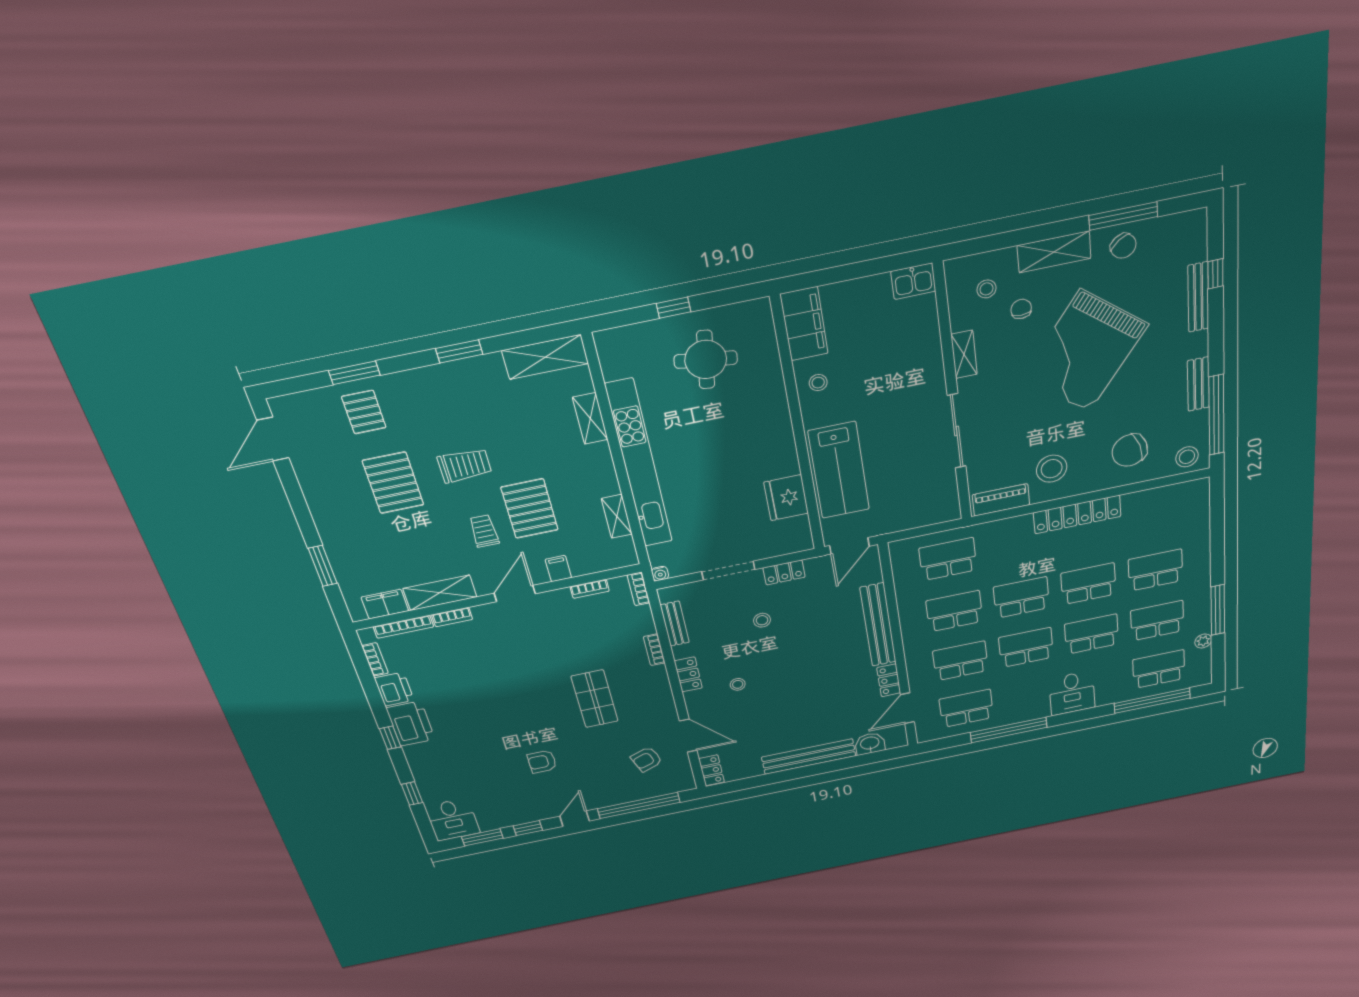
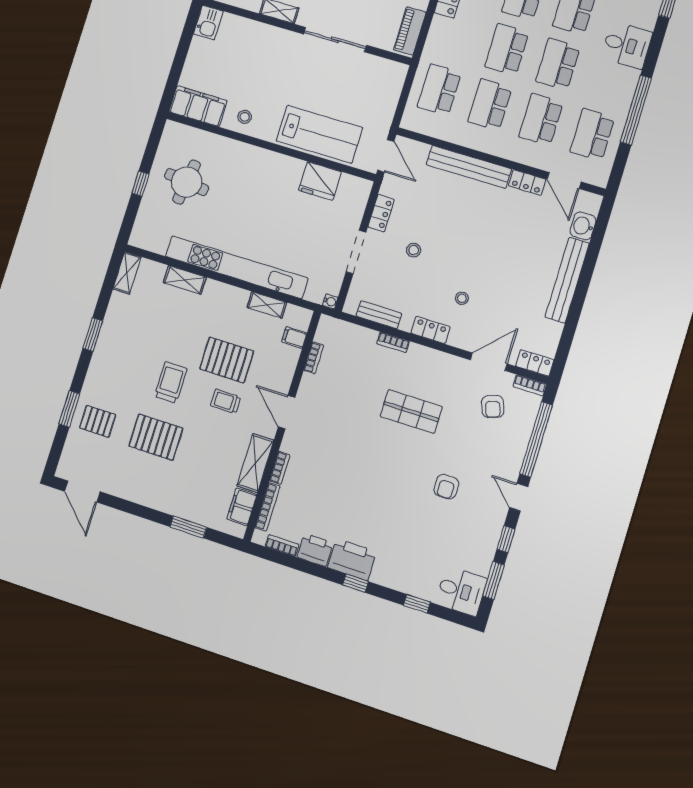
shelving: (545, 357) -> (127, 273), width x0.67, depth x0.75
filing cabinet: (558, 569) -> (294, 337), moved
bookcase: (638, 589) -> (530, 385), moved

